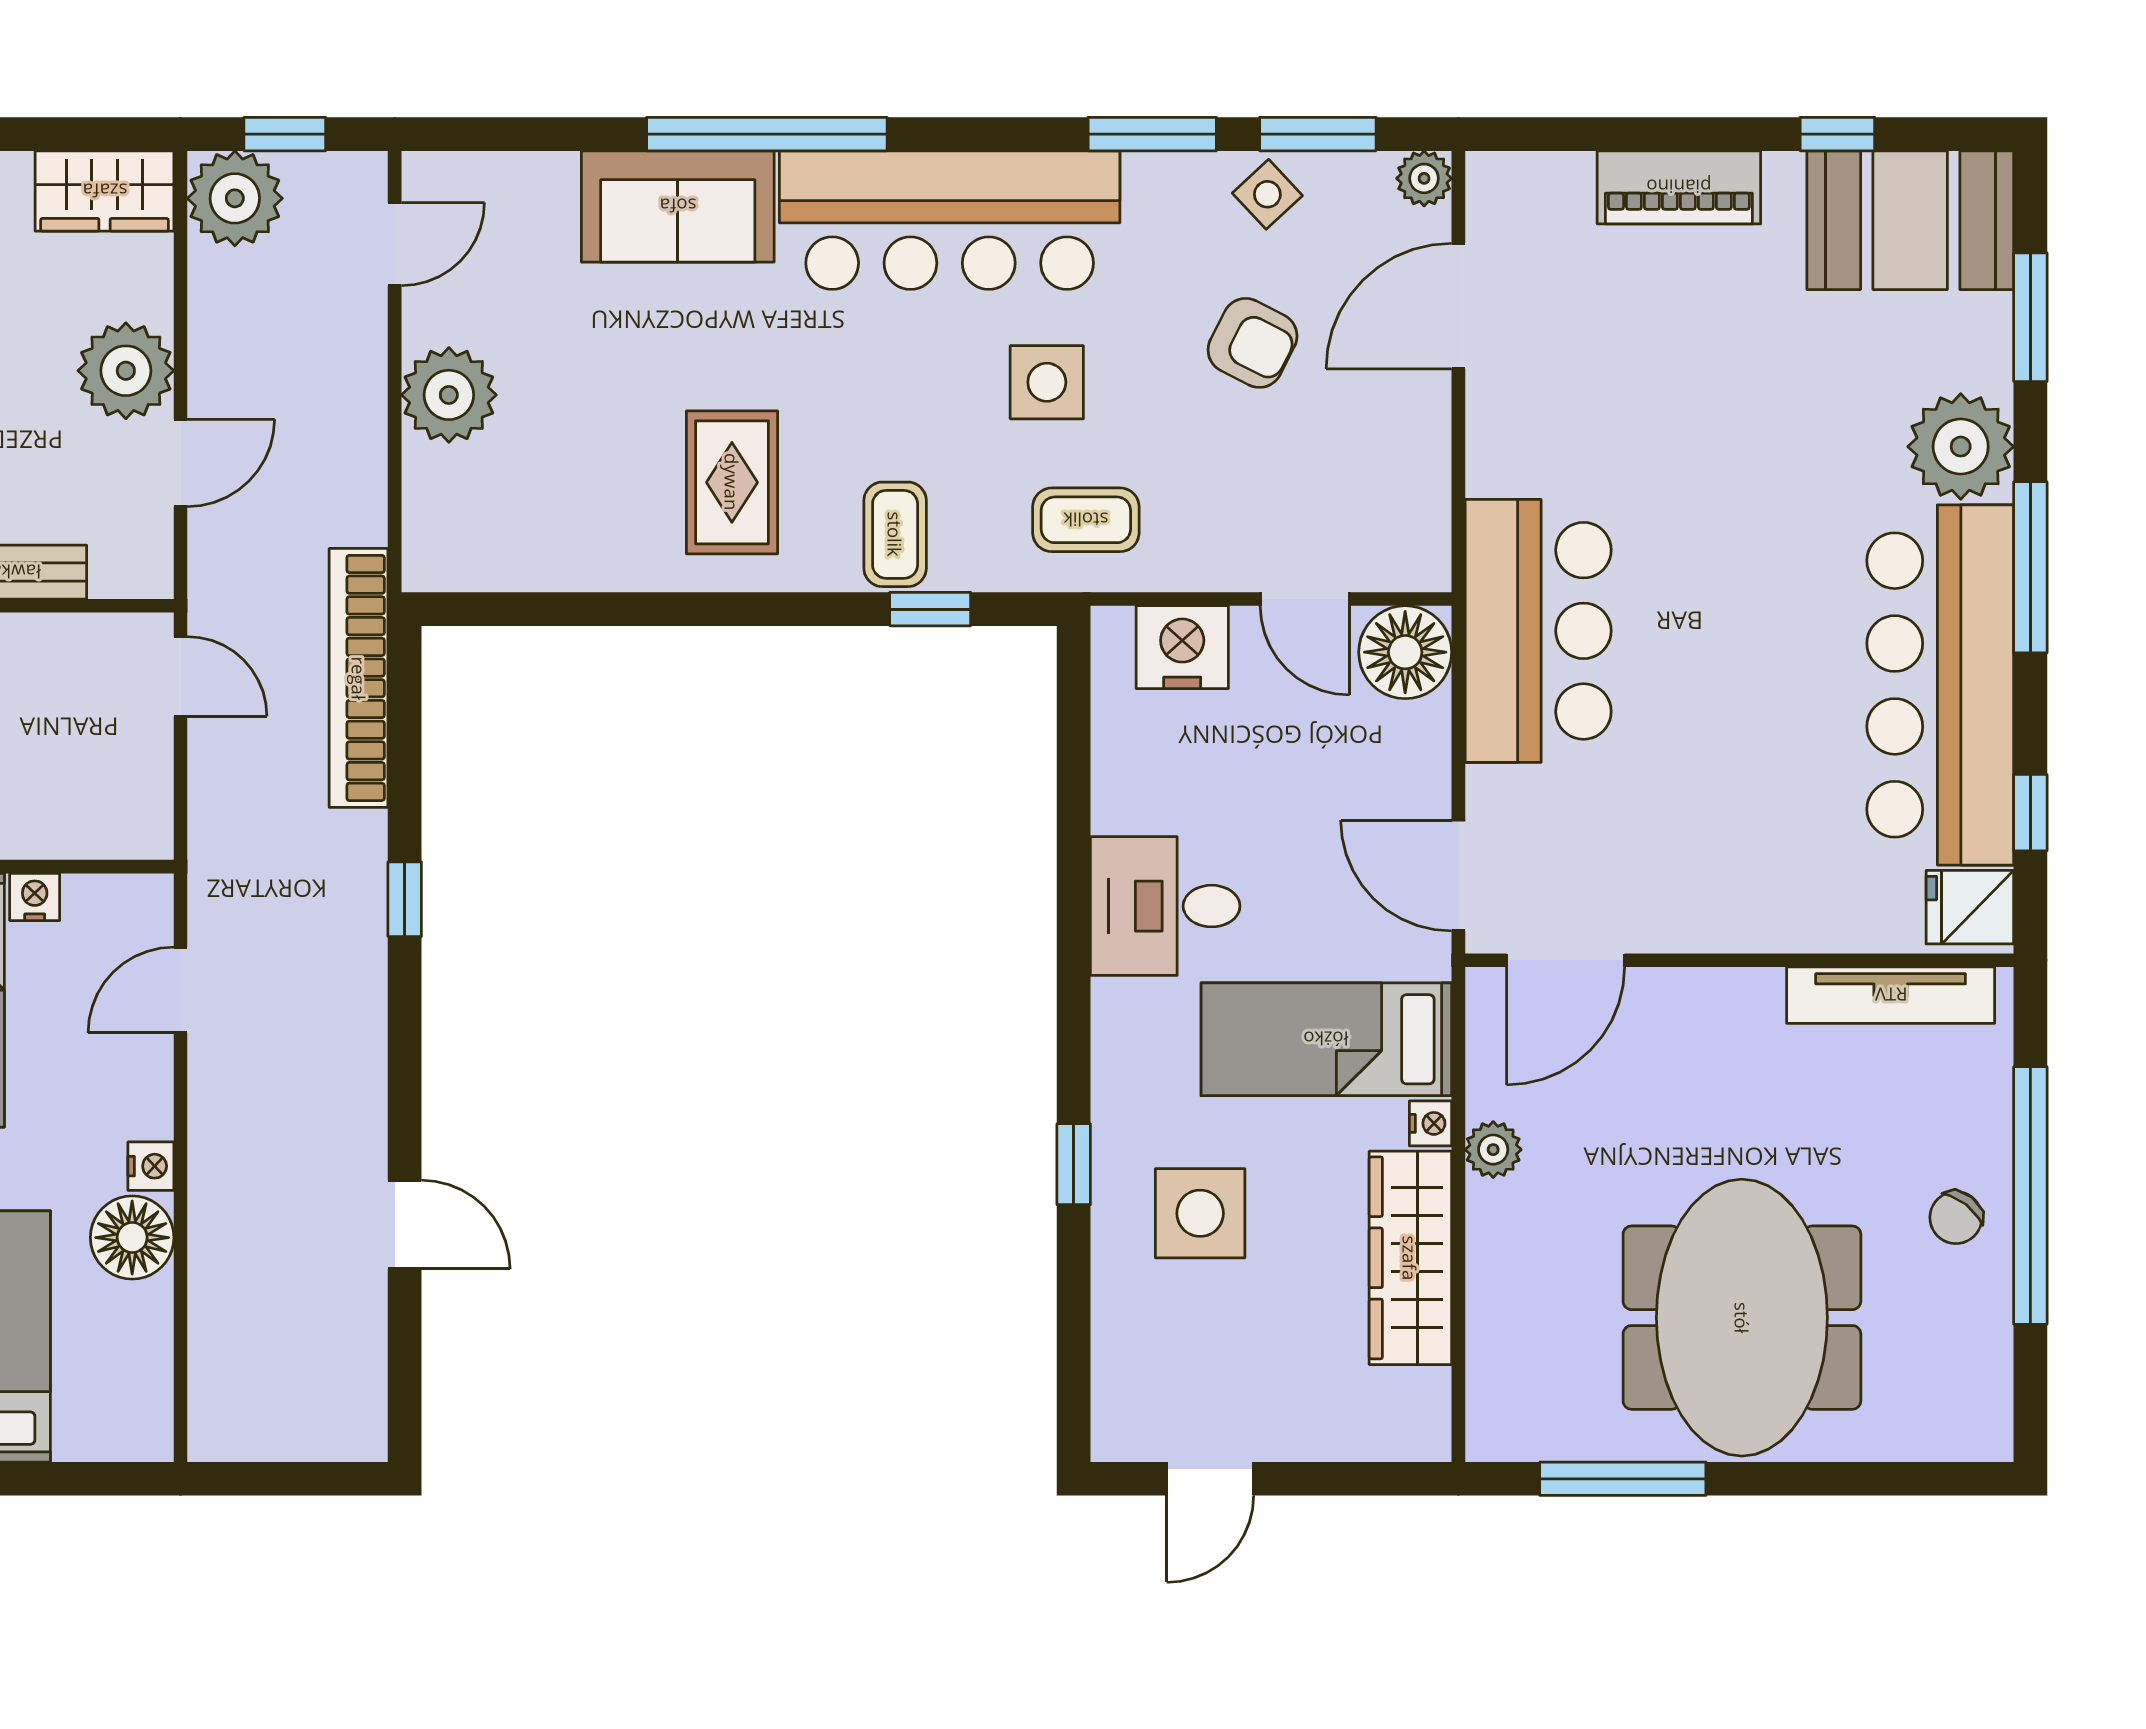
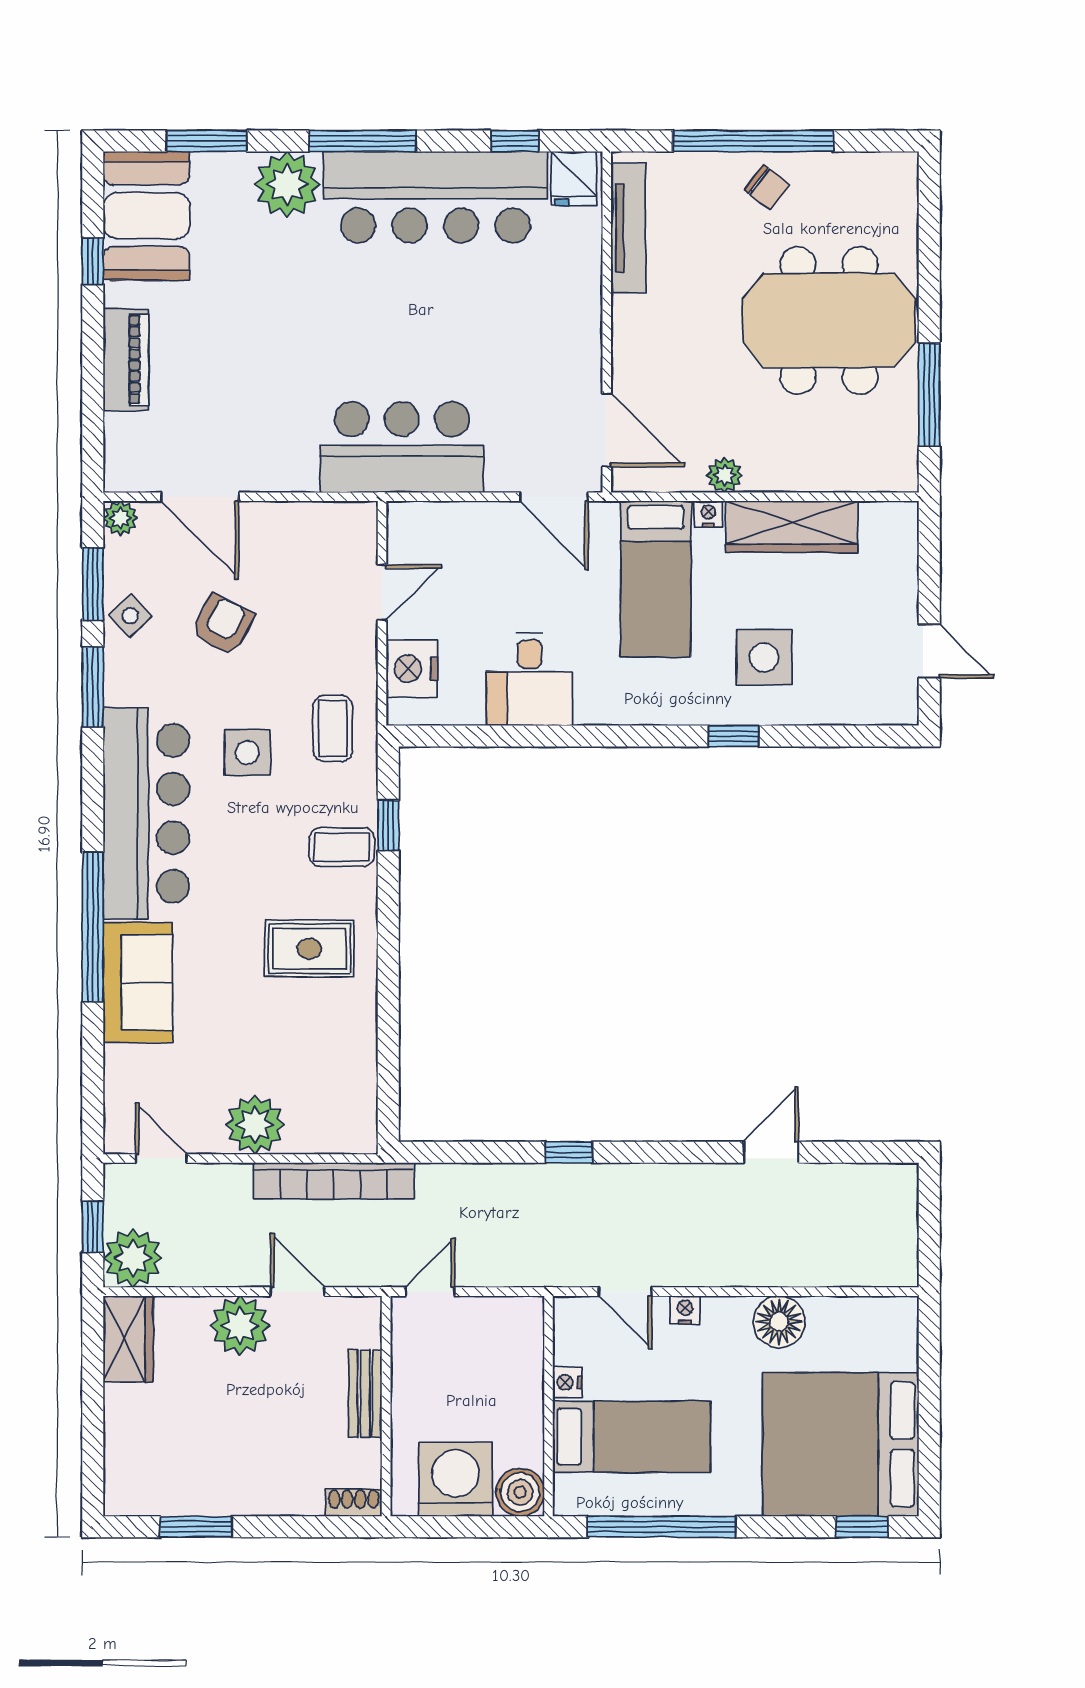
floor lamp: (1405, 652) -> (415, 530), removed
bookcase: (359, 678) -> (334, 1181), moved
door: (1458, 876) -> (554, 497), hinge flipped
desk: (1165, 906) -> (530, 679), moved
nightstand: (151, 1166) -> (685, 1310), moved

